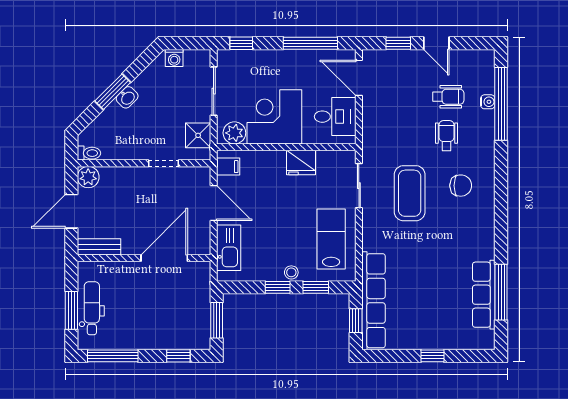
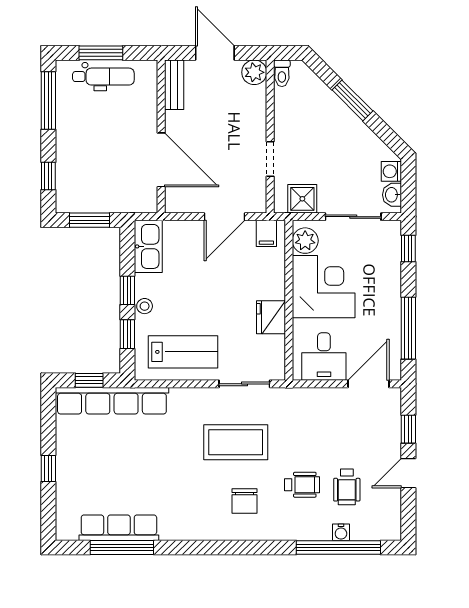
washbasin: (127, 97) -> (392, 195), moved, turned 45
kitchen sink: (229, 248) -> (148, 246), moved, turned -90

